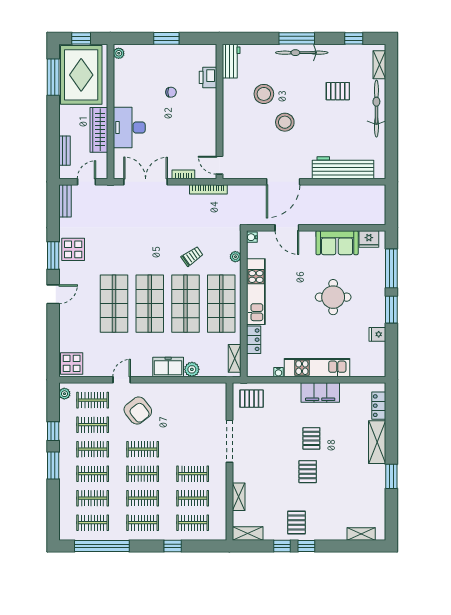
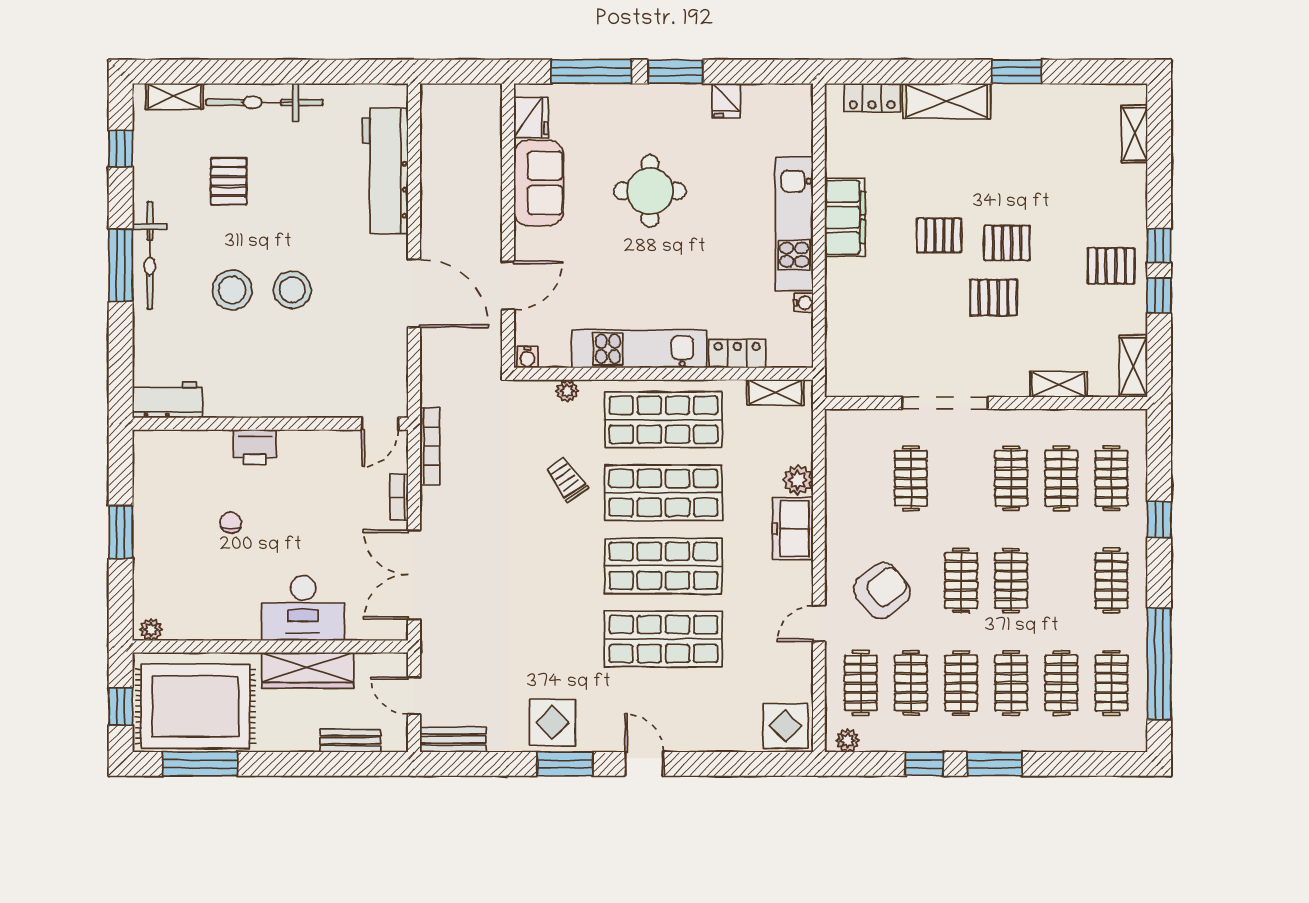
printer: (208, 77) -> (255, 447), moved
stool: (264, 94) -> (232, 290), moved
door: (122, 380) -> (819, 624), hinge flipped
pallet: (252, 399) -> (993, 298), moved, turned 90
clothes rail: (143, 498) -> (911, 478), moved

